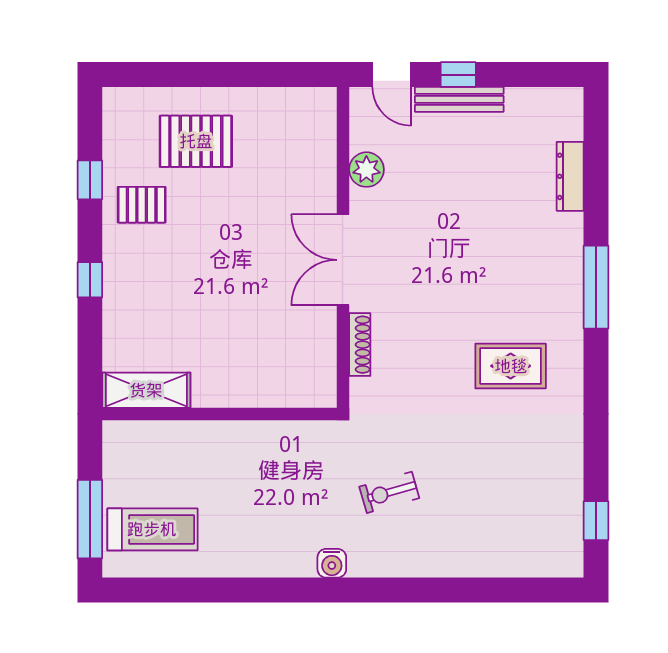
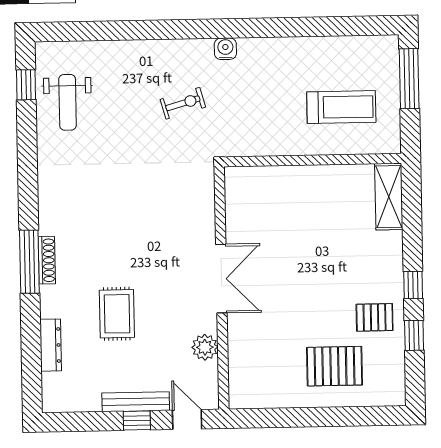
window: (90, 280) -> (413, 285), moved
shoe rack: (360, 345) -> (47, 260), moved, turned 180
rug: (511, 366) -> (117, 314), moved, turned 90
shelving: (146, 390) -> (389, 197), moved, turned 90
weight bench: (542, 497) -> (68, 102), added
treadmill: (152, 529) -> (341, 107), moved, turned 180

